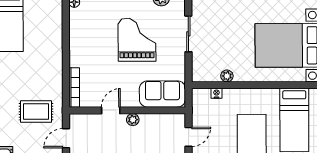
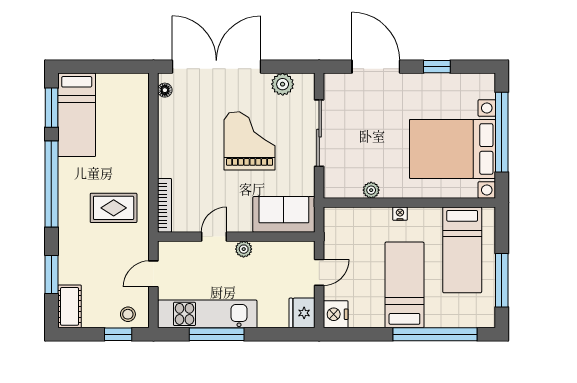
sliding door: (188, 34) -> (319, 133), width x1.37
nightstand: (217, 93) -> (400, 214), moved
rug: (36, 112) -> (114, 208), moved

